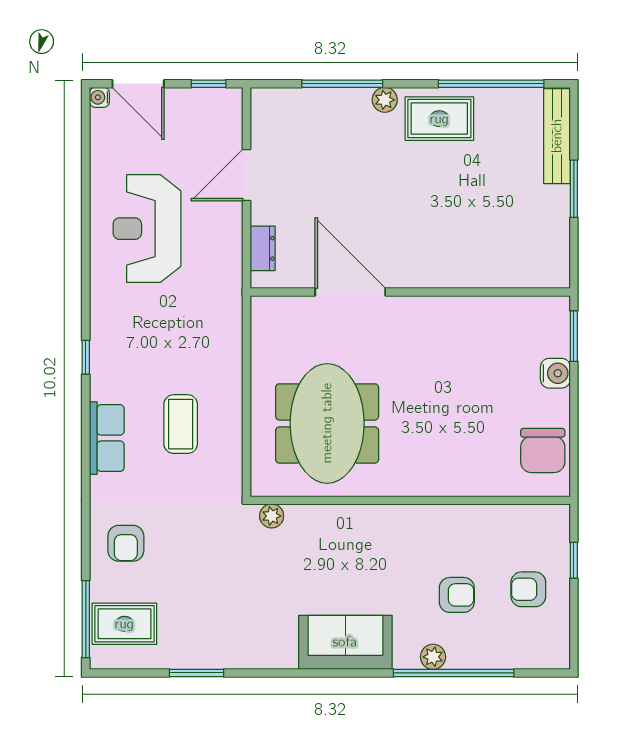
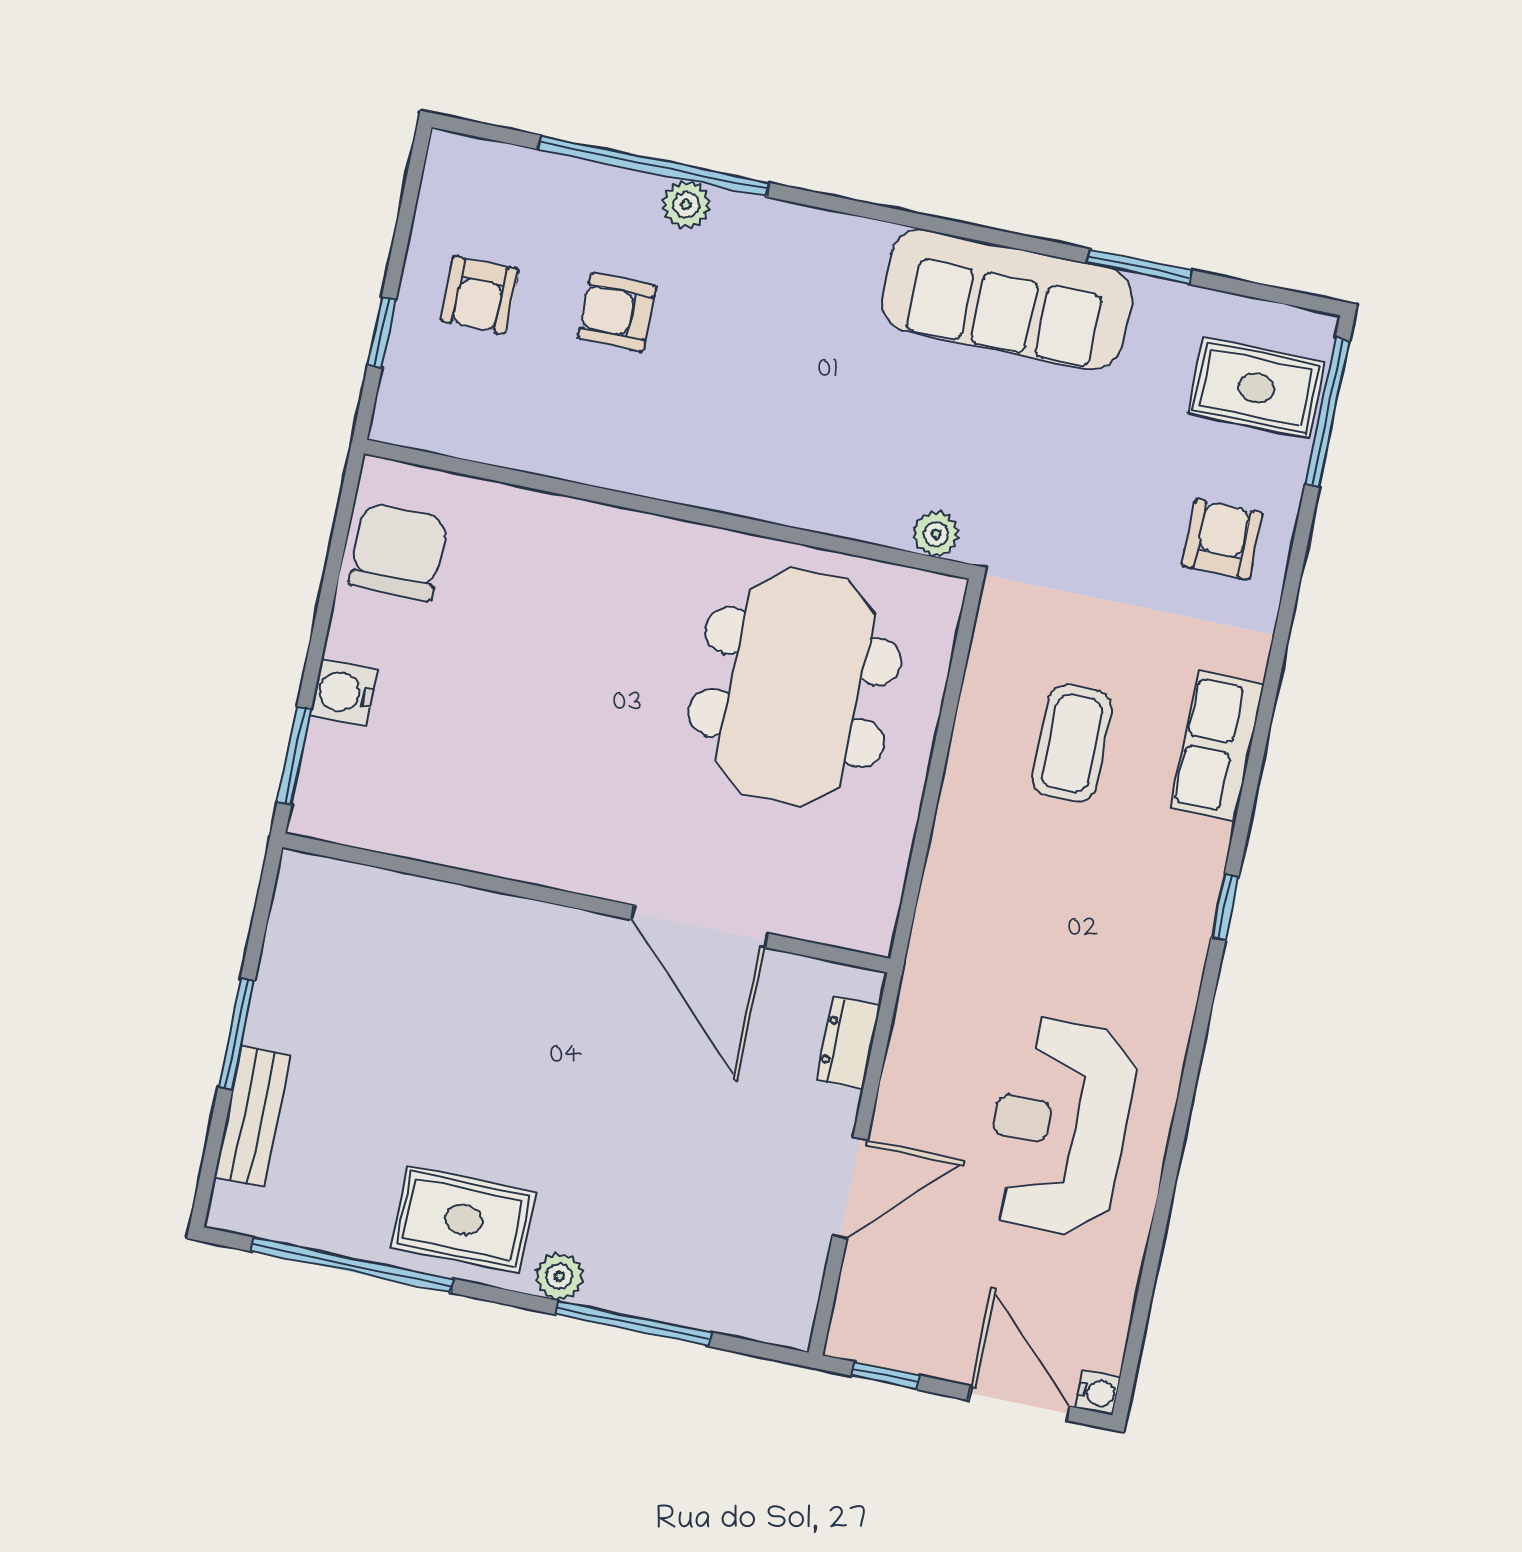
bench: (557, 136) -> (253, 1116), width x0.73
reception desk: (147, 229) -> (1059, 1126), turned 180
armchair: (528, 589) -> (479, 295), turned 90
sofa: (345, 642) -> (1007, 299), moved, width x1.36

